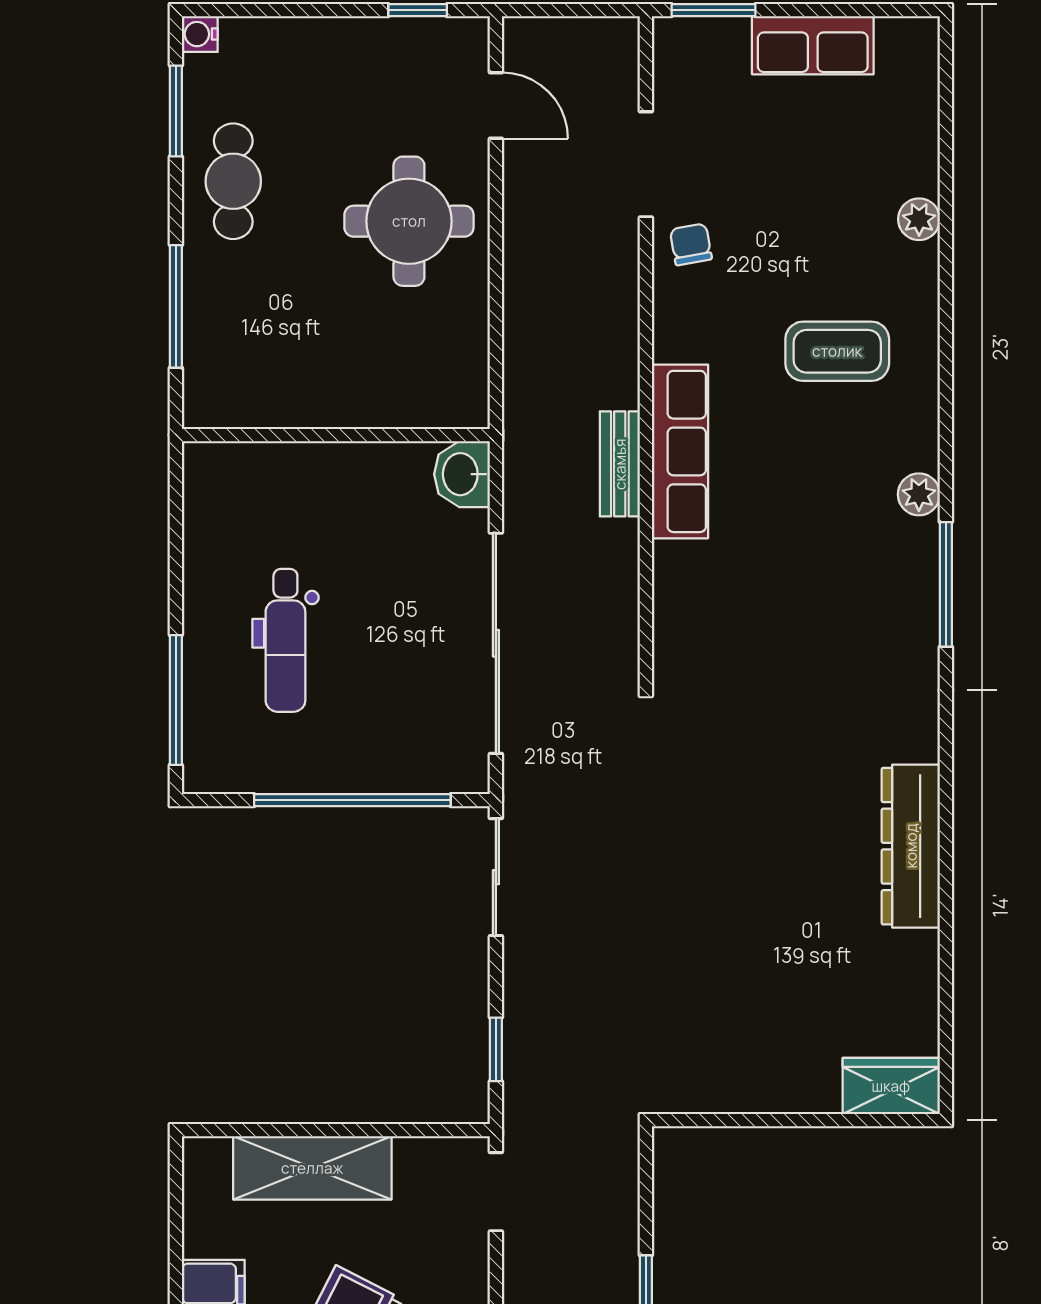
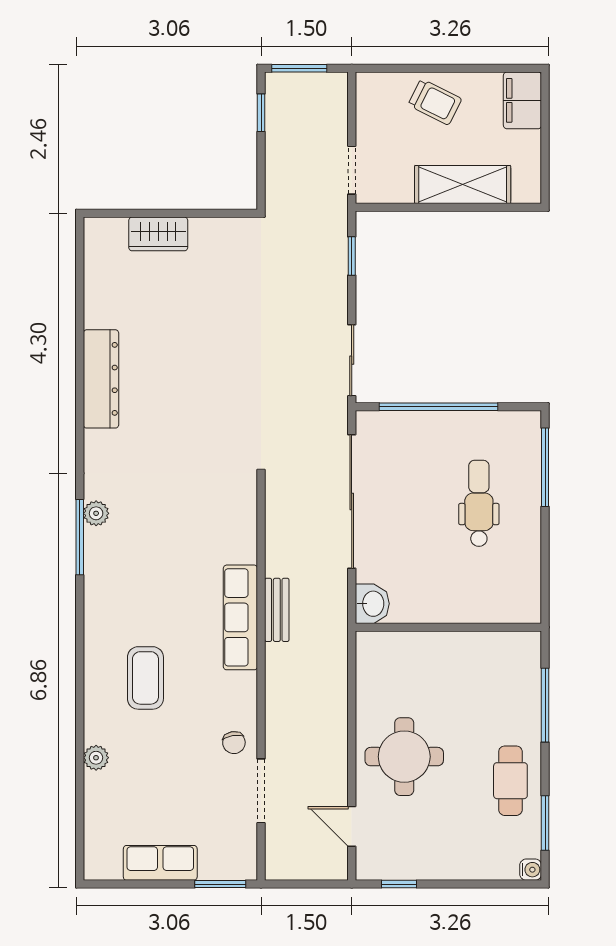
coffee table: (837, 351) -> (145, 678), turned 90
plant: (919, 494) -> (96, 513), moved
wardrobe: (891, 1086) -> (158, 234), moved

